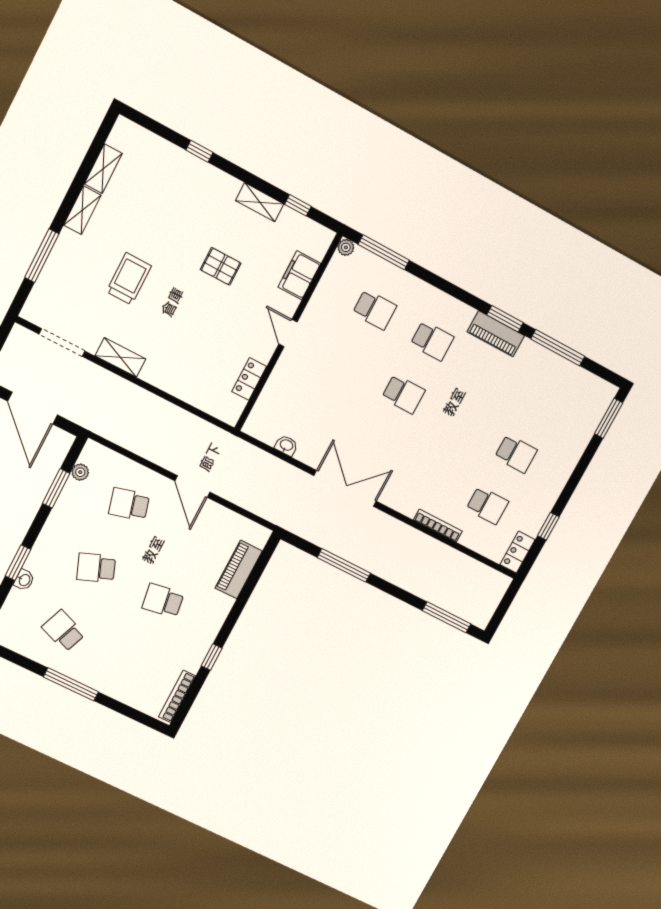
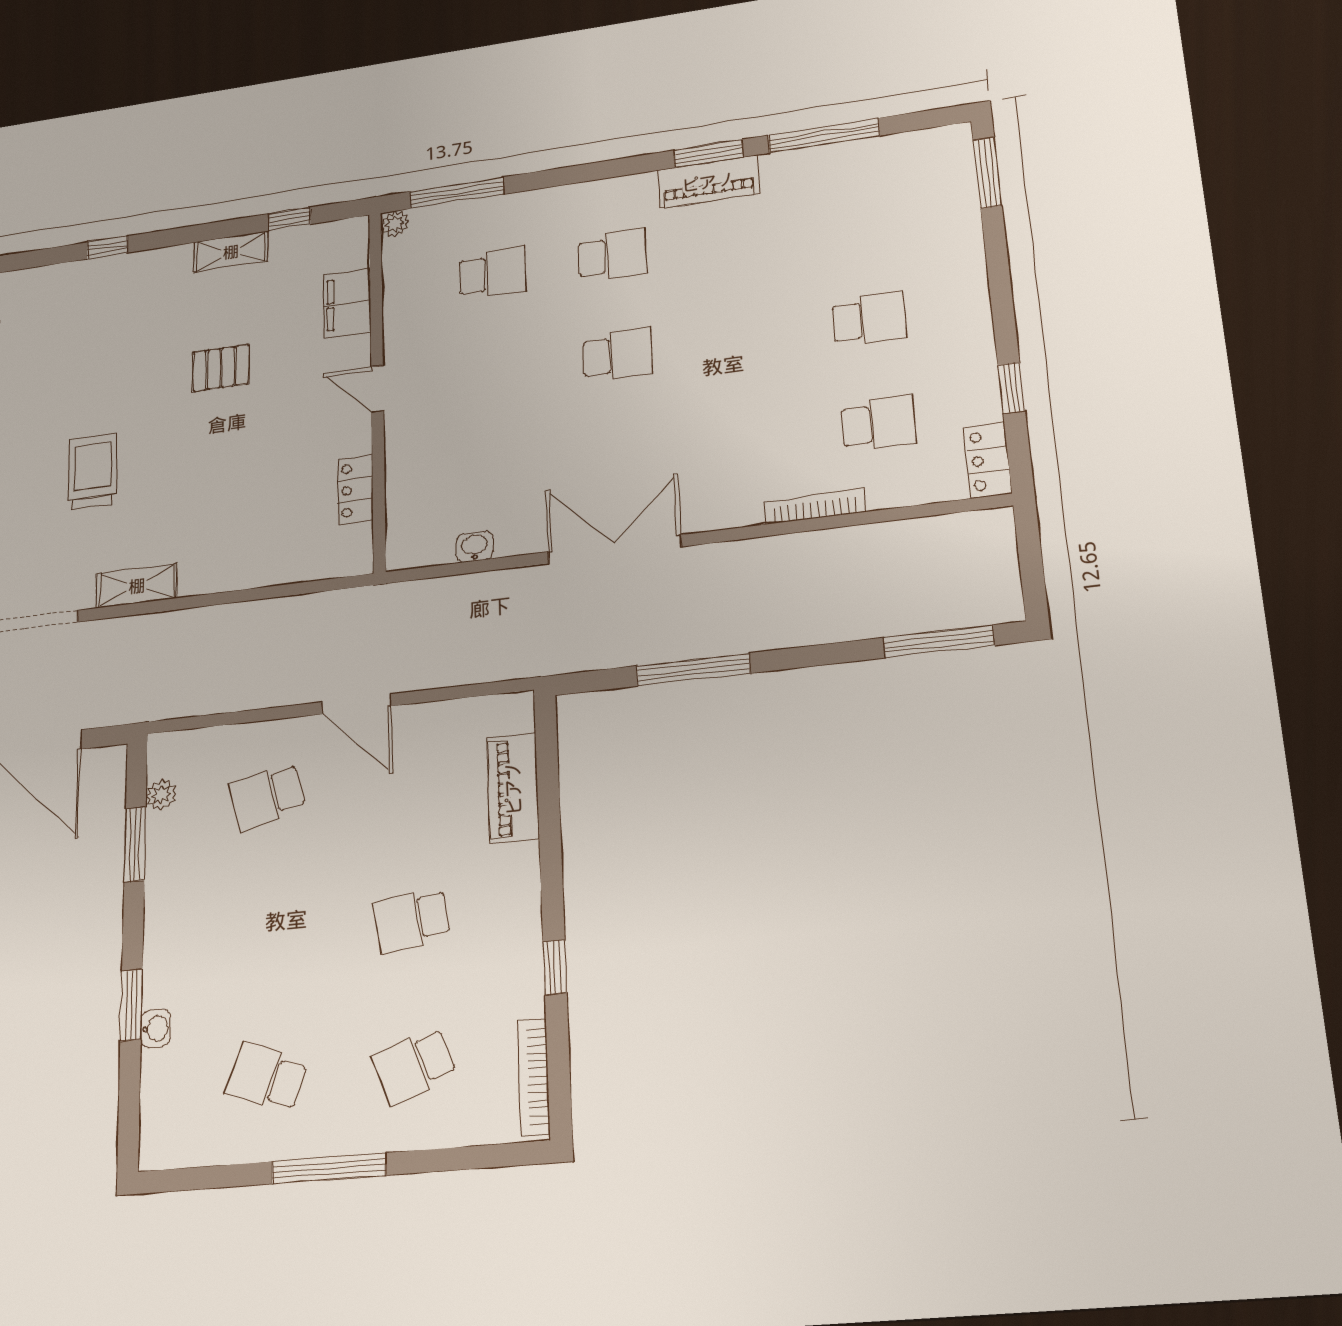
school desk: (96, 568) -> (414, 1065), moved

